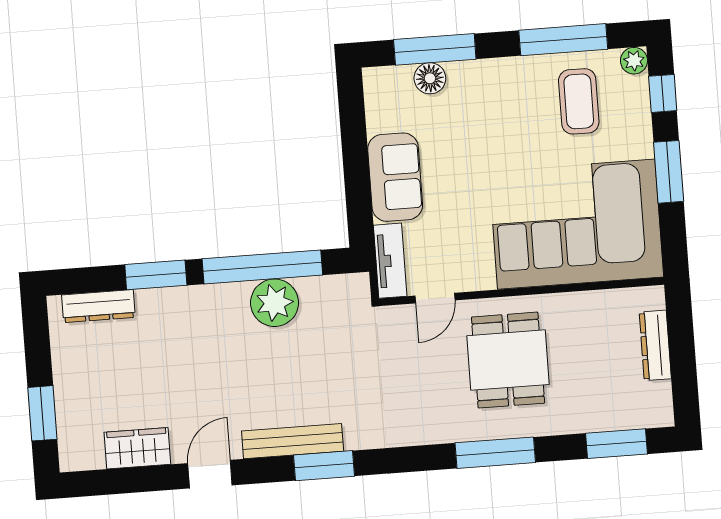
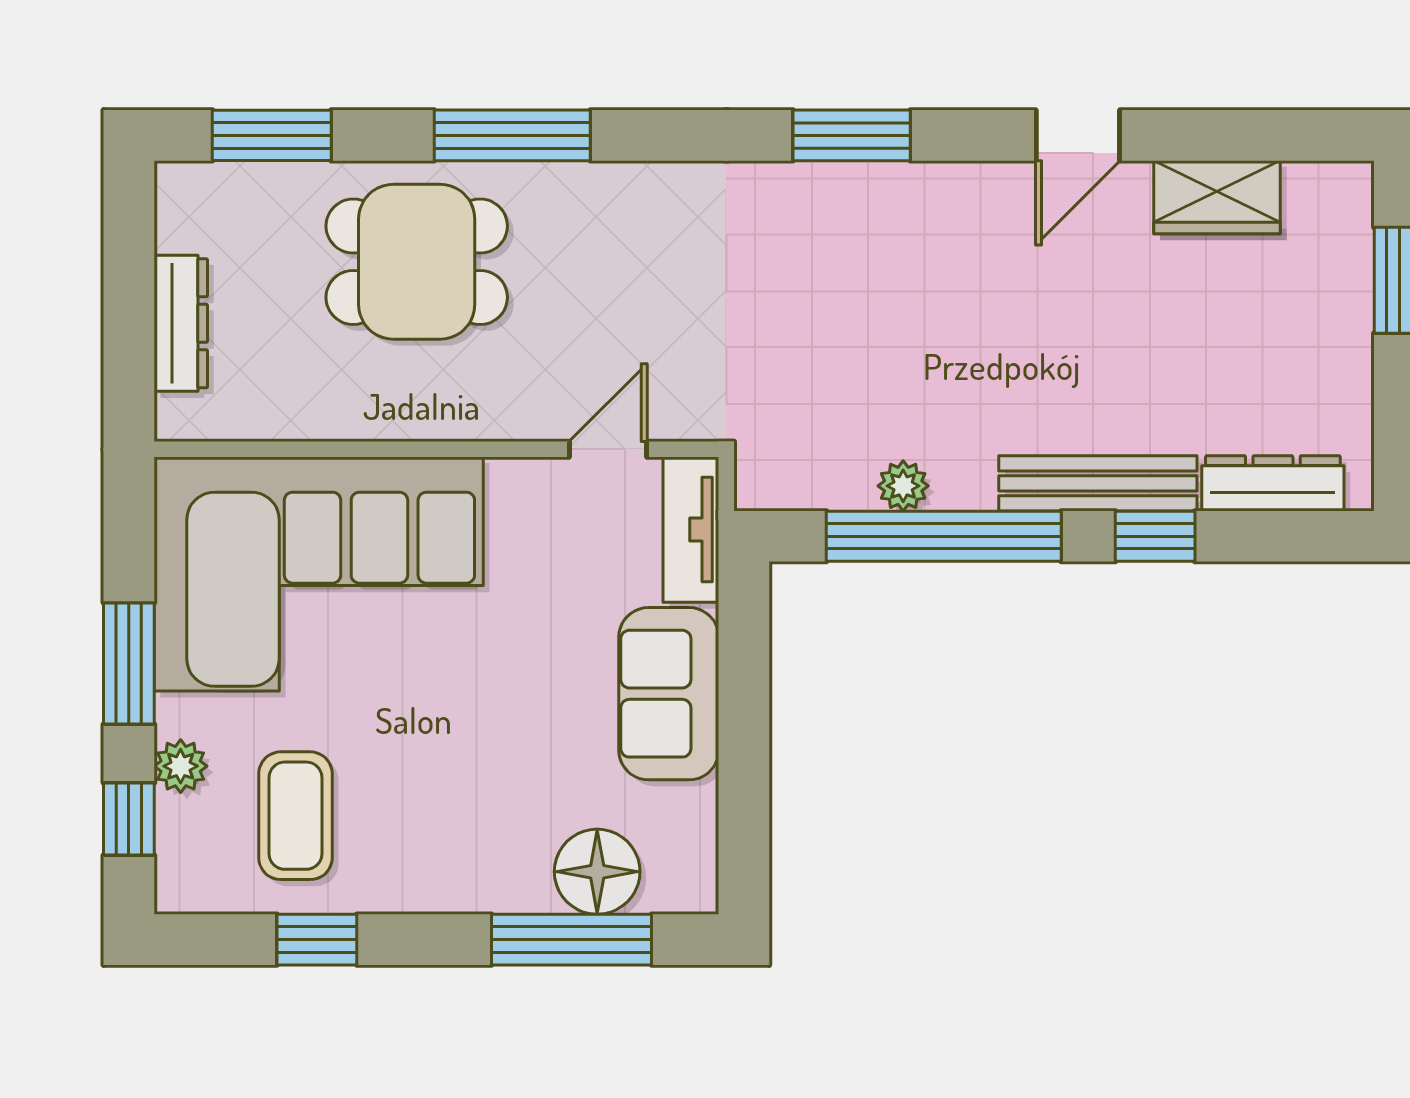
window: (563, 40) -> (317, 940), width x0.46
plant: (634, 61) -> (181, 766), moved
floor lamp: (430, 78) -> (597, 872), width x1.38, depth x1.38
window: (156, 275) -> (1155, 536), width x0.67
plant: (275, 303) -> (903, 486), width x0.53, depth x0.53
dining table: (508, 360) -> (417, 262), moved, turned 90
bench: (293, 441) -> (1098, 483), moved

